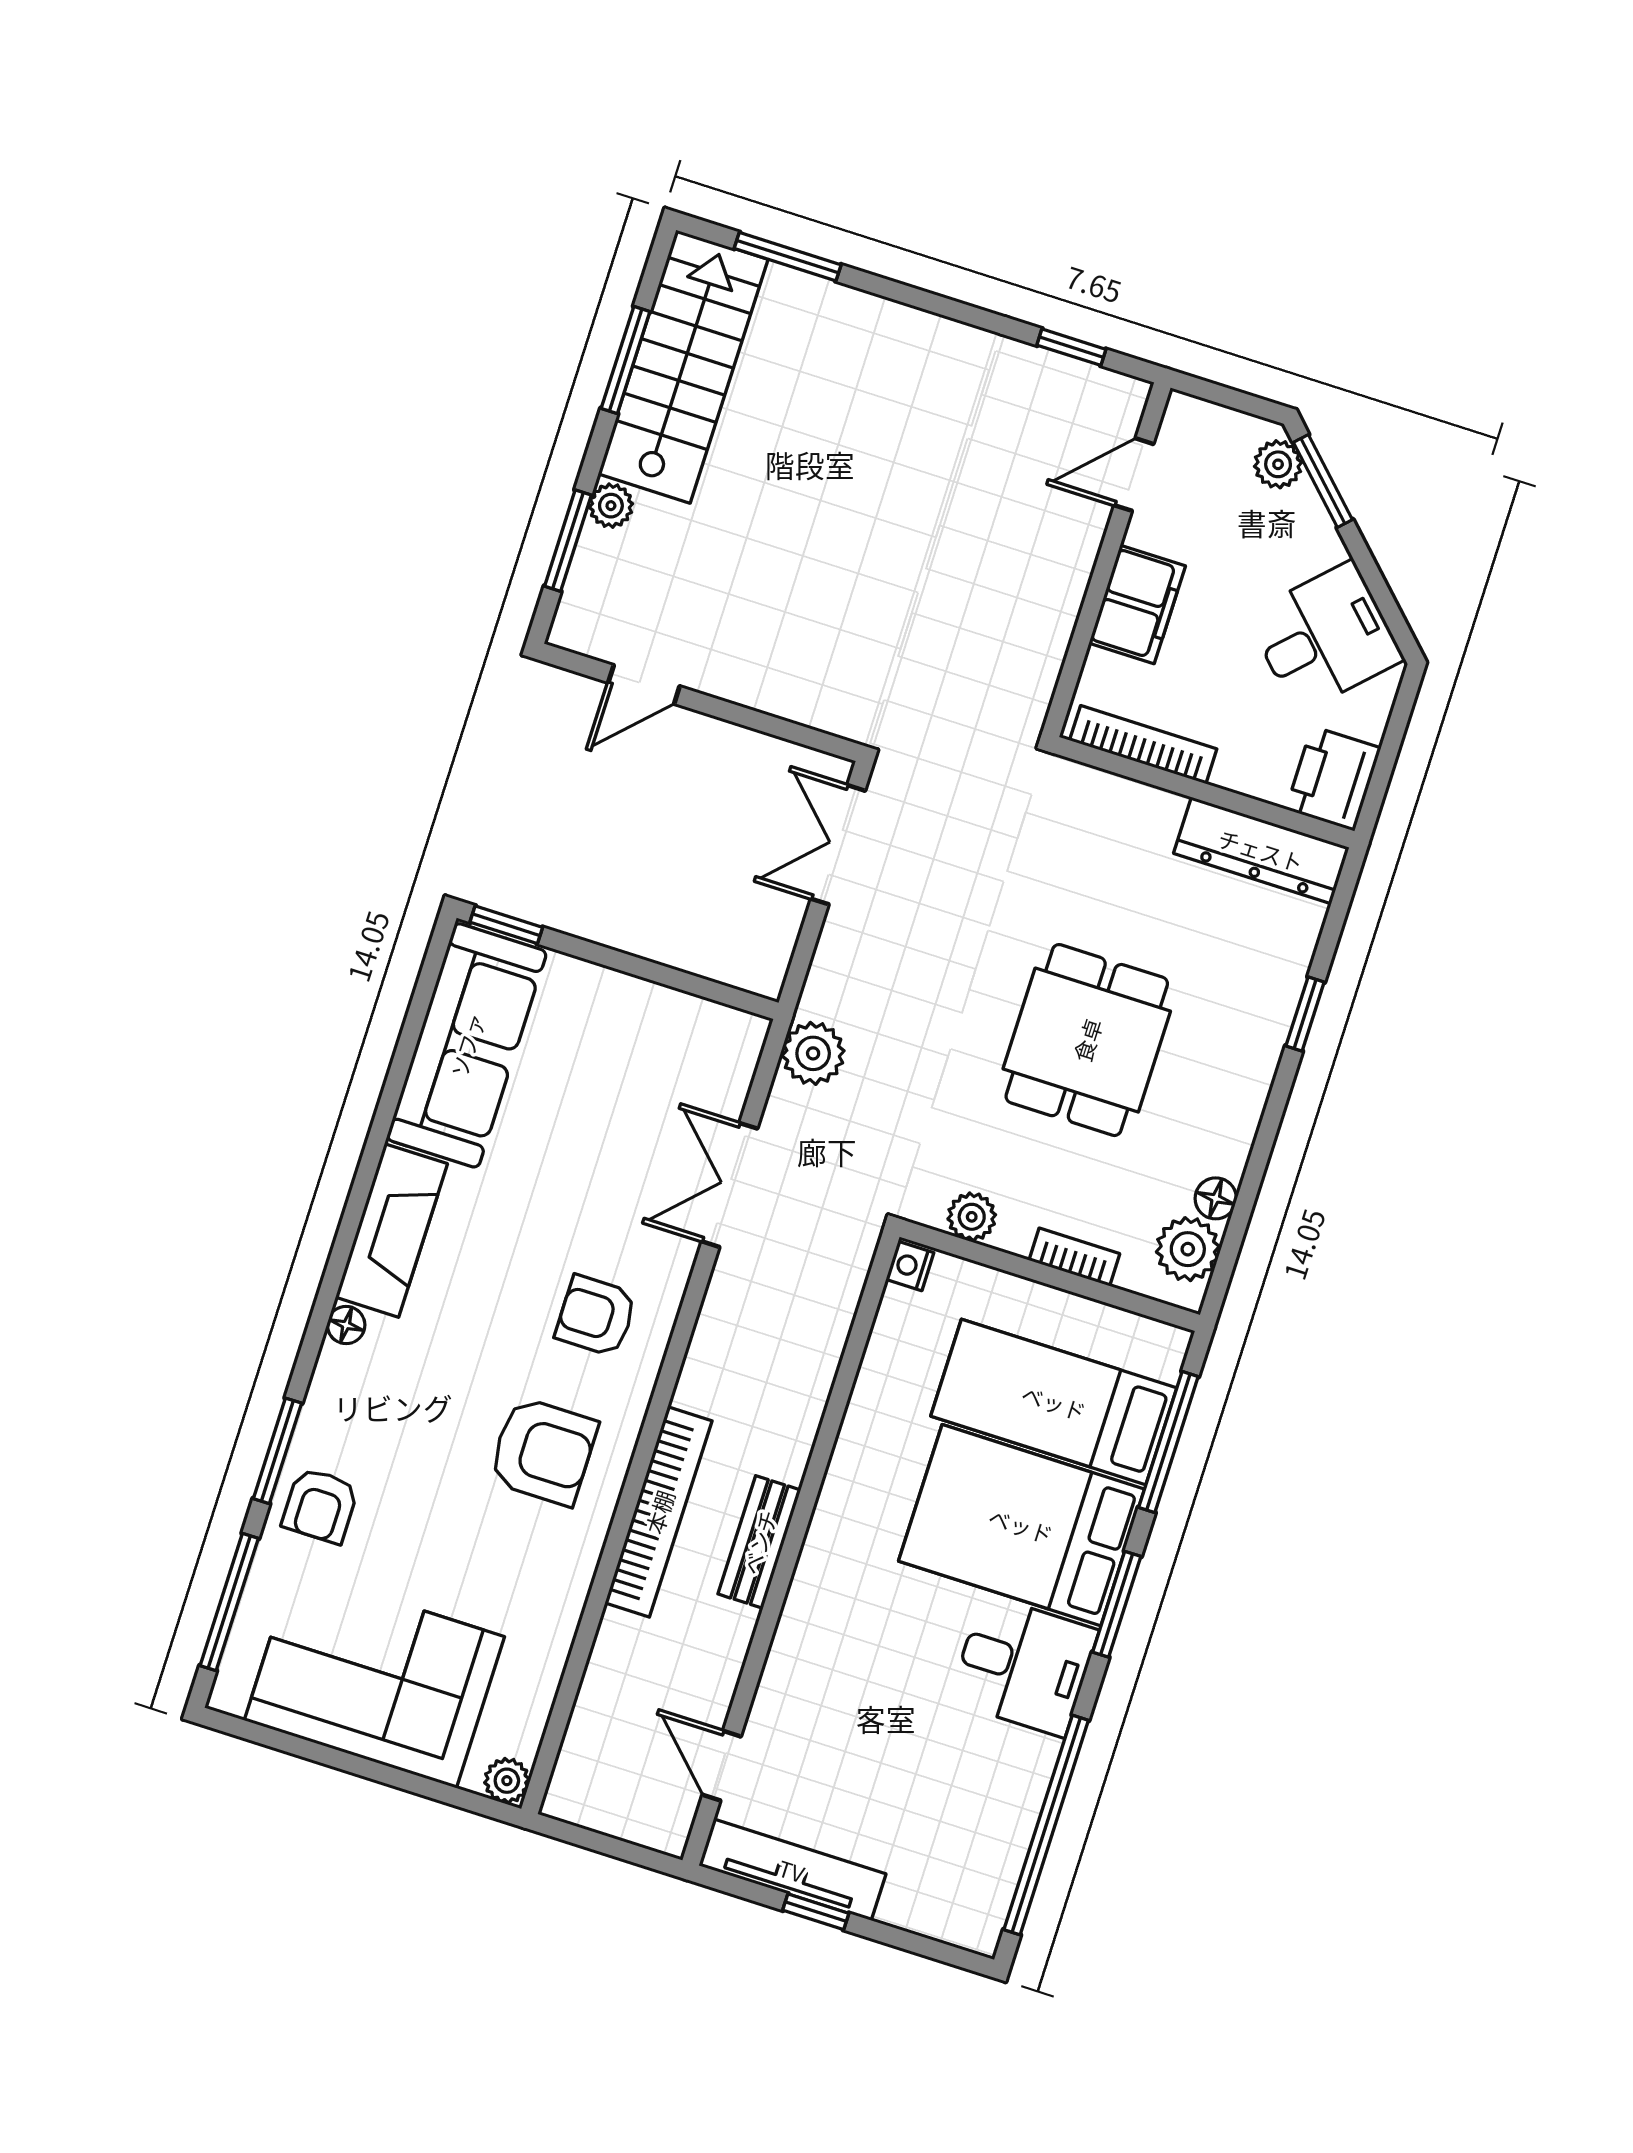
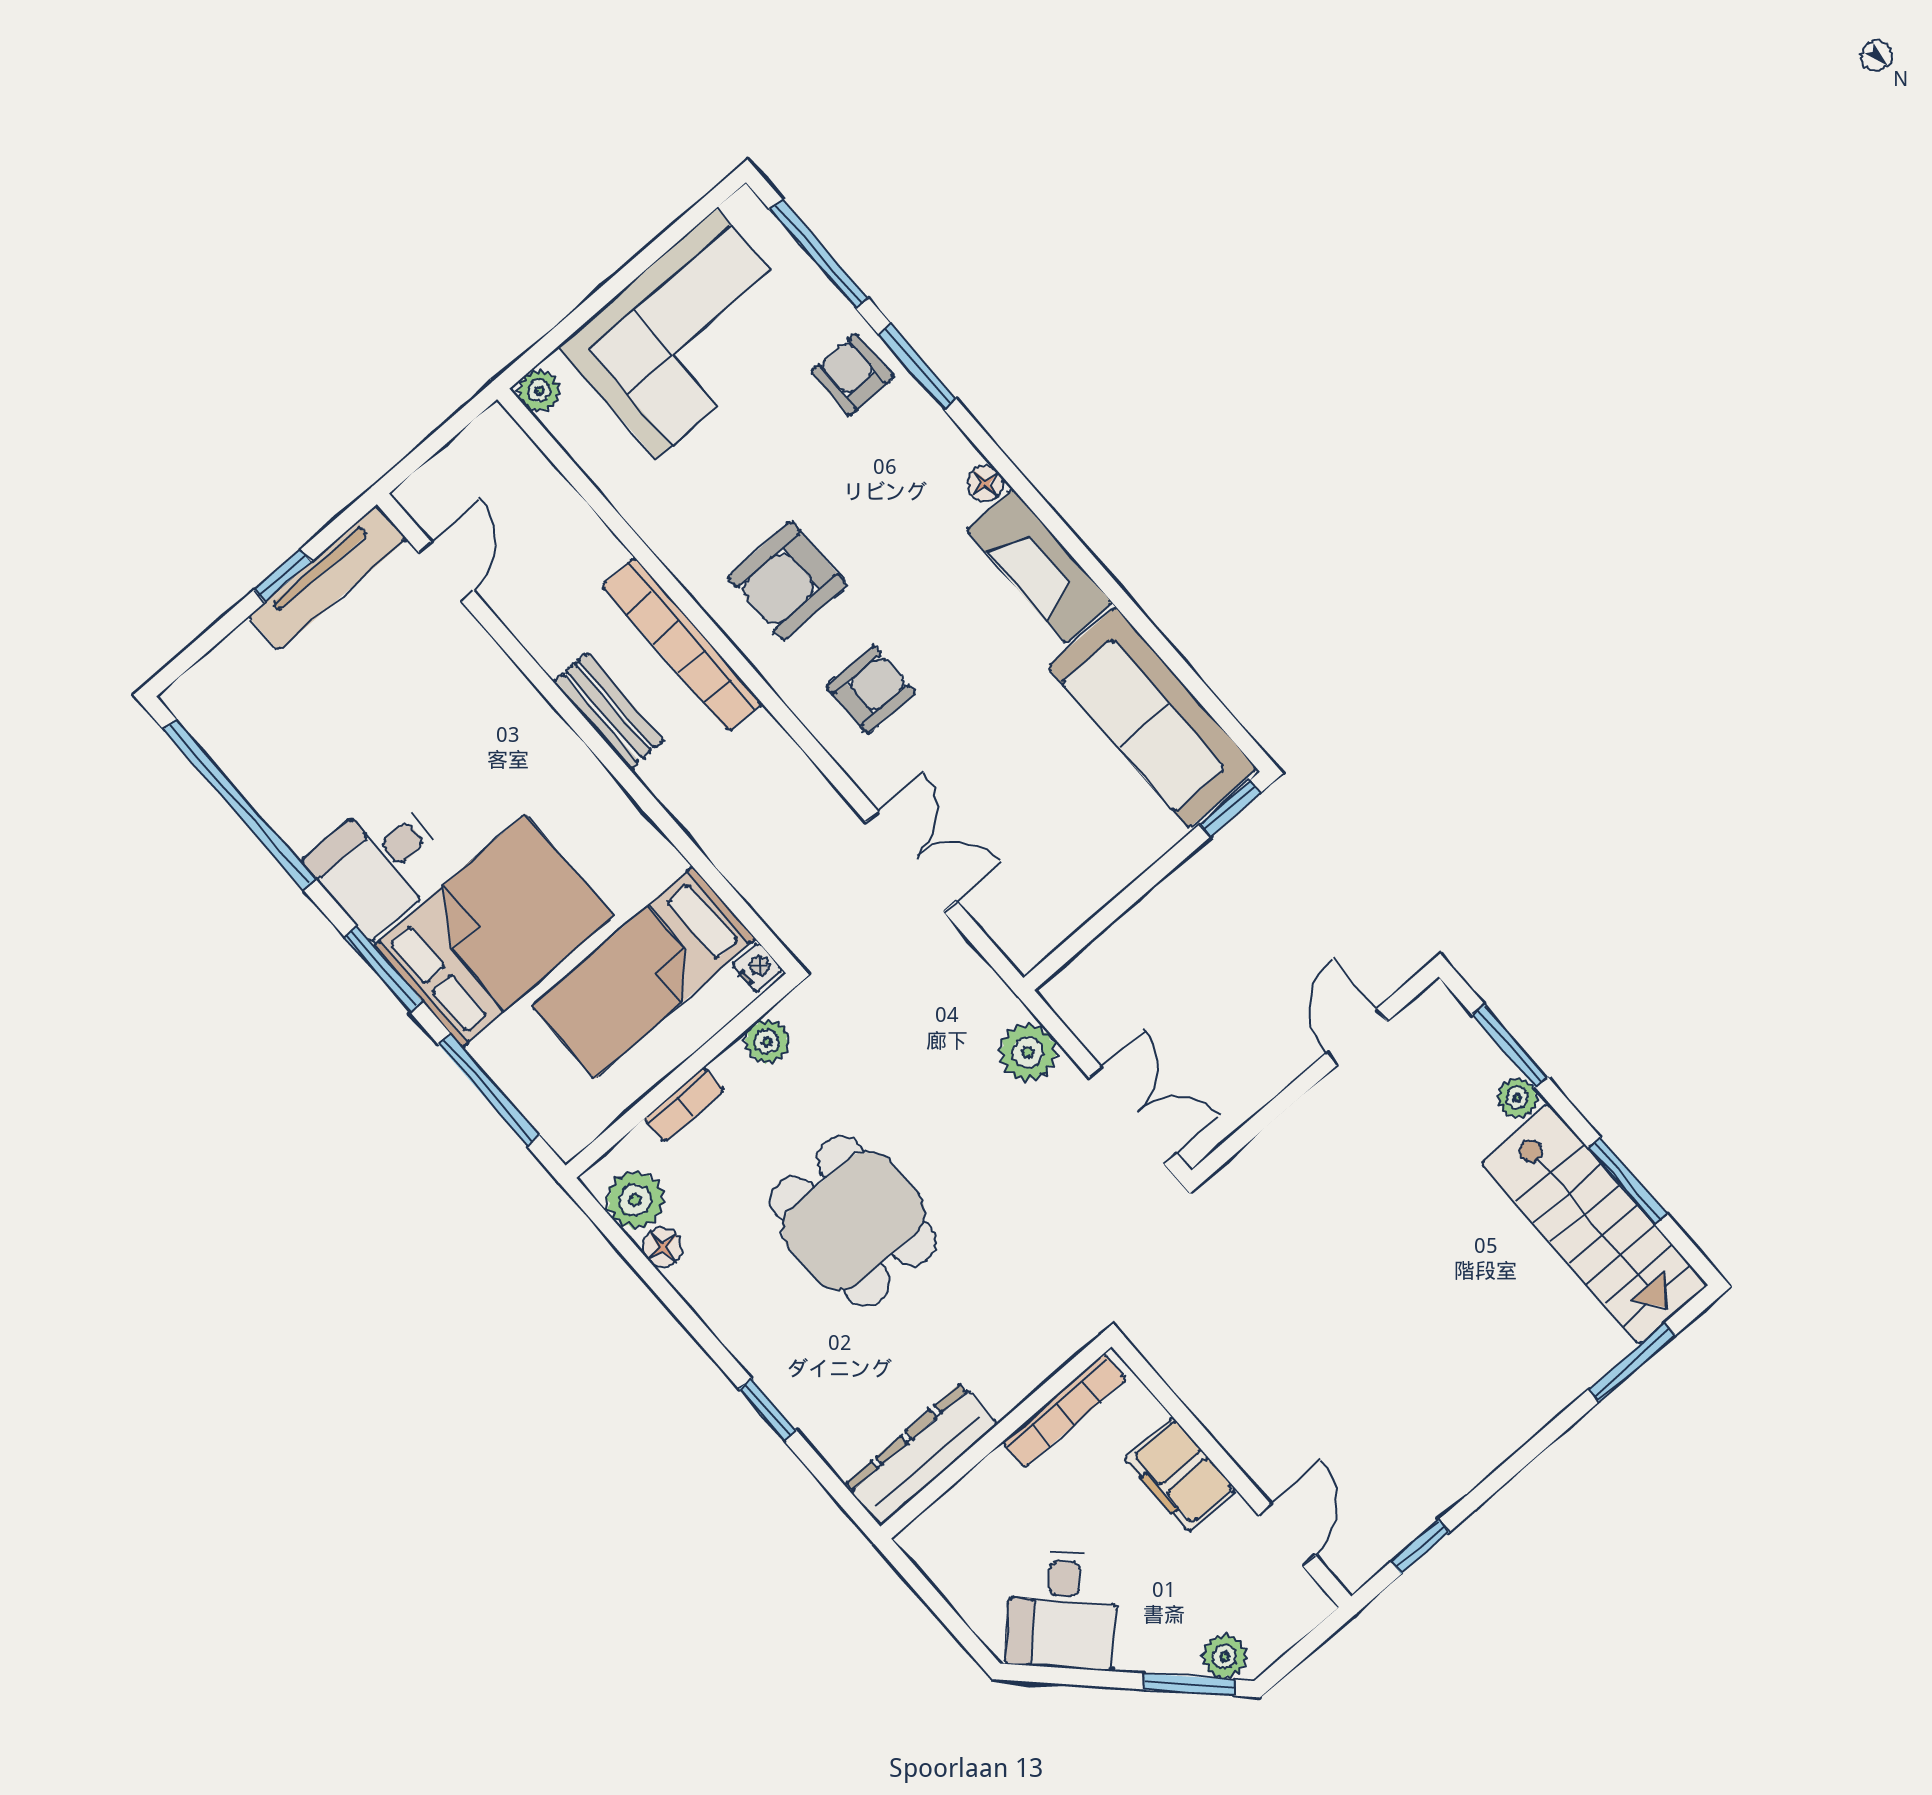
printer: (1333, 779) -> (944, 1547), removed
plant: (813, 1053) -> (1028, 1052), moved
bed: (1054, 1402) -> (644, 972), moved, turned 180
door: (722, 1766) -> (446, 571), hinge flipped

